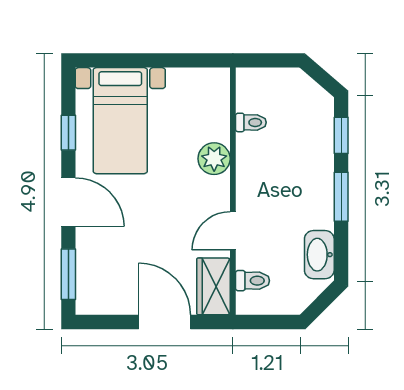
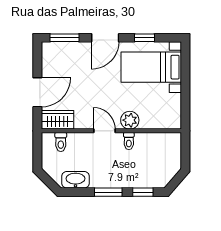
toilet: (251, 122) -> (129, 141), moved
door: (233, 231) -> (105, 131), moved

